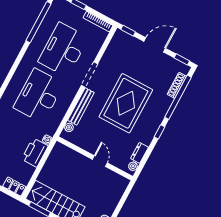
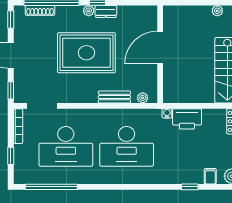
doorway: (89, 74) -> (42, 106), moved
bench: (81, 106) -> (114, 97), width x0.73
dresser: (140, 153) -> (106, 11), moved
door: (100, 161) -> (160, 48), width x1.88
plant: (133, 166) -> (89, 11), moved

